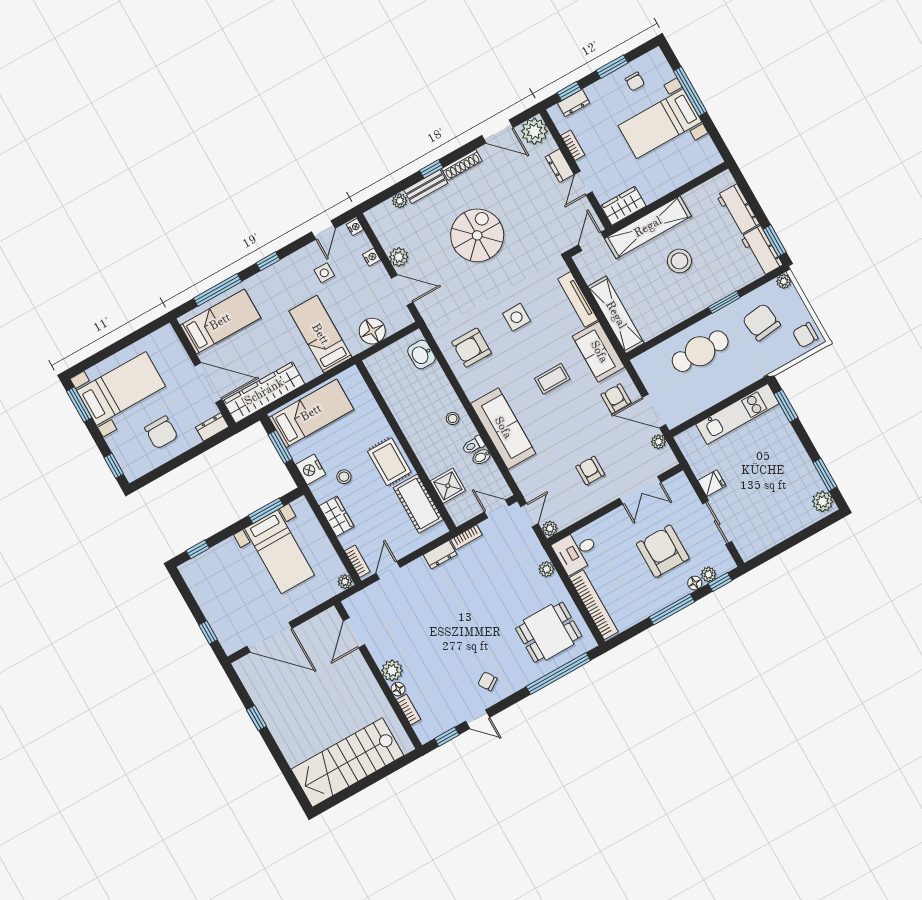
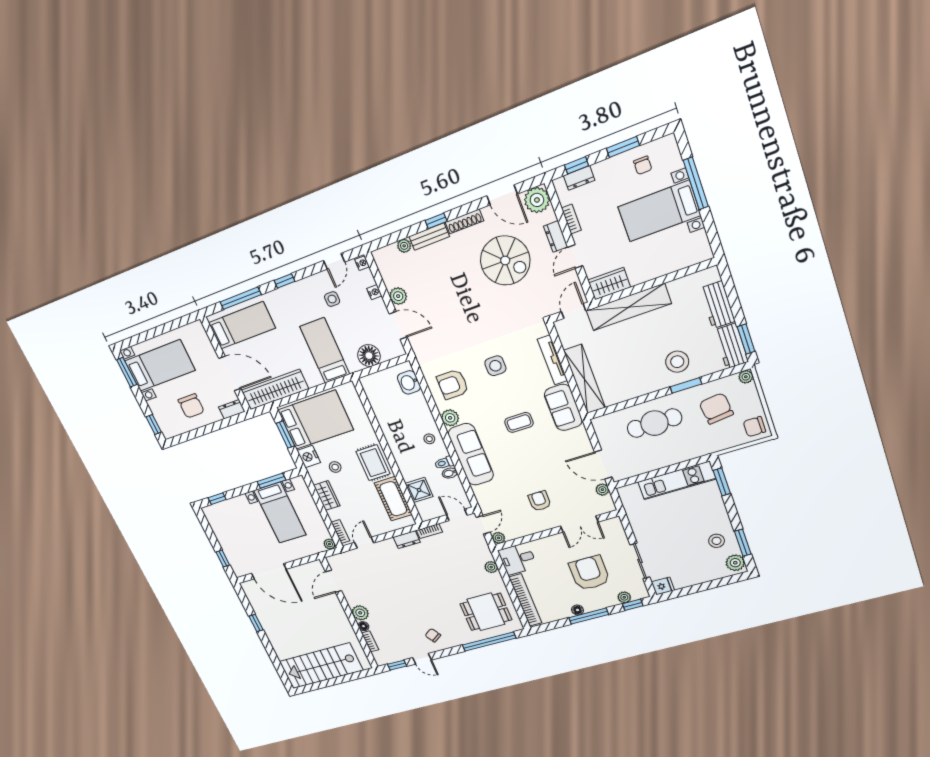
spiral stairs: (477, 235) -> (505, 261), moved, turned 90
stool: (679, 261) -> (677, 362), moved
plant: (474, 388) -> (450, 418), added
armchair: (616, 399) -> (572, 449), removed
bed: (311, 413) -> (316, 420), width x1.50
stool: (796, 479) -> (717, 541), added
fridge: (712, 483) -> (663, 586), moved
floor lamp: (695, 583) -> (578, 610), moved

